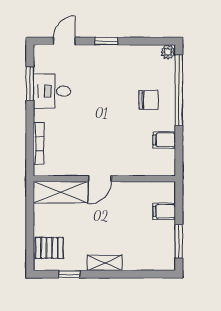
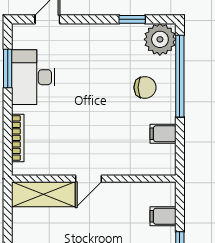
window: (106, 41) -> (132, 19), moved
plant: (168, 52) -> (160, 39), width x1.88, depth x1.88
desk: (52, 91) -> (33, 77), width x1.37

